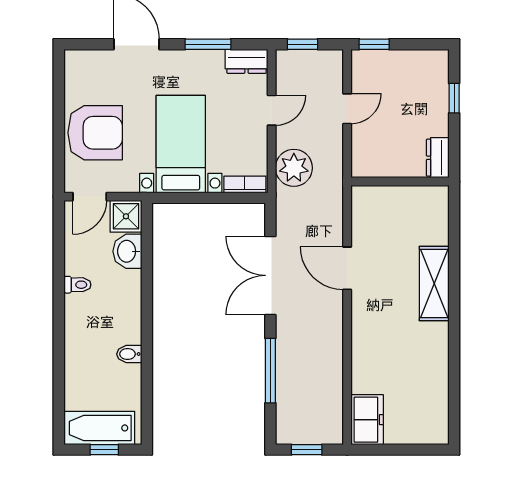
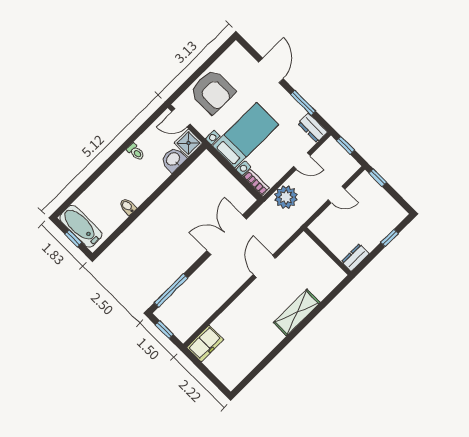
window: (270, 371) -> (171, 290), moved

